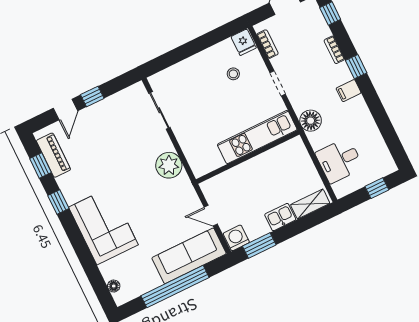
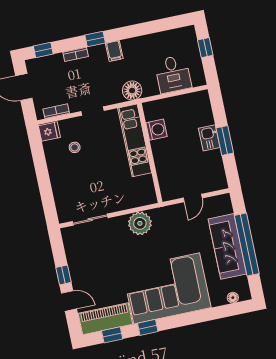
piano: (53, 155) -> (105, 319), width x1.37, depth x1.33
shelving: (310, 204) -> (204, 109), removed
corner sofa: (103, 226) -> (167, 288), width x1.36, depth x1.36
washing machine: (236, 238) -> (157, 130), moved, turned 180
window: (259, 245) -> (225, 140), moved
sofa: (189, 256) -> (227, 246), moved

